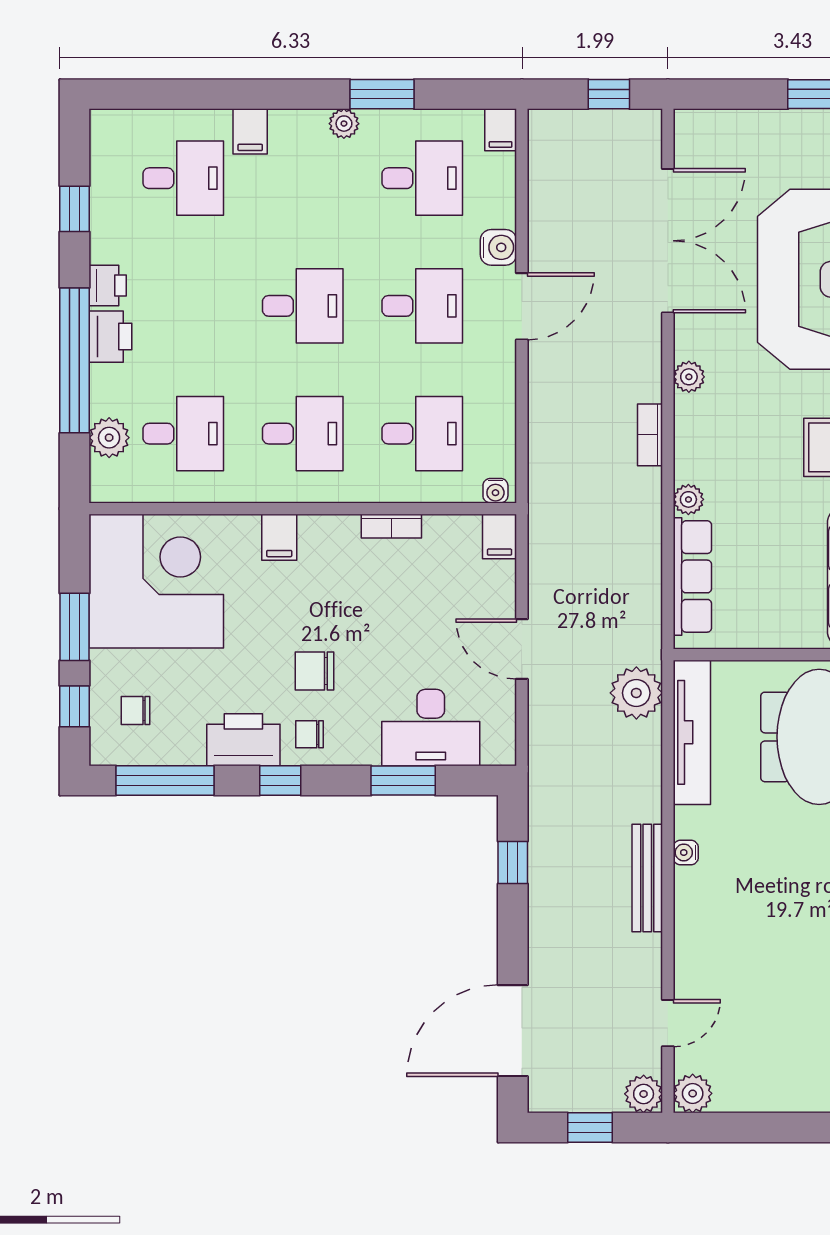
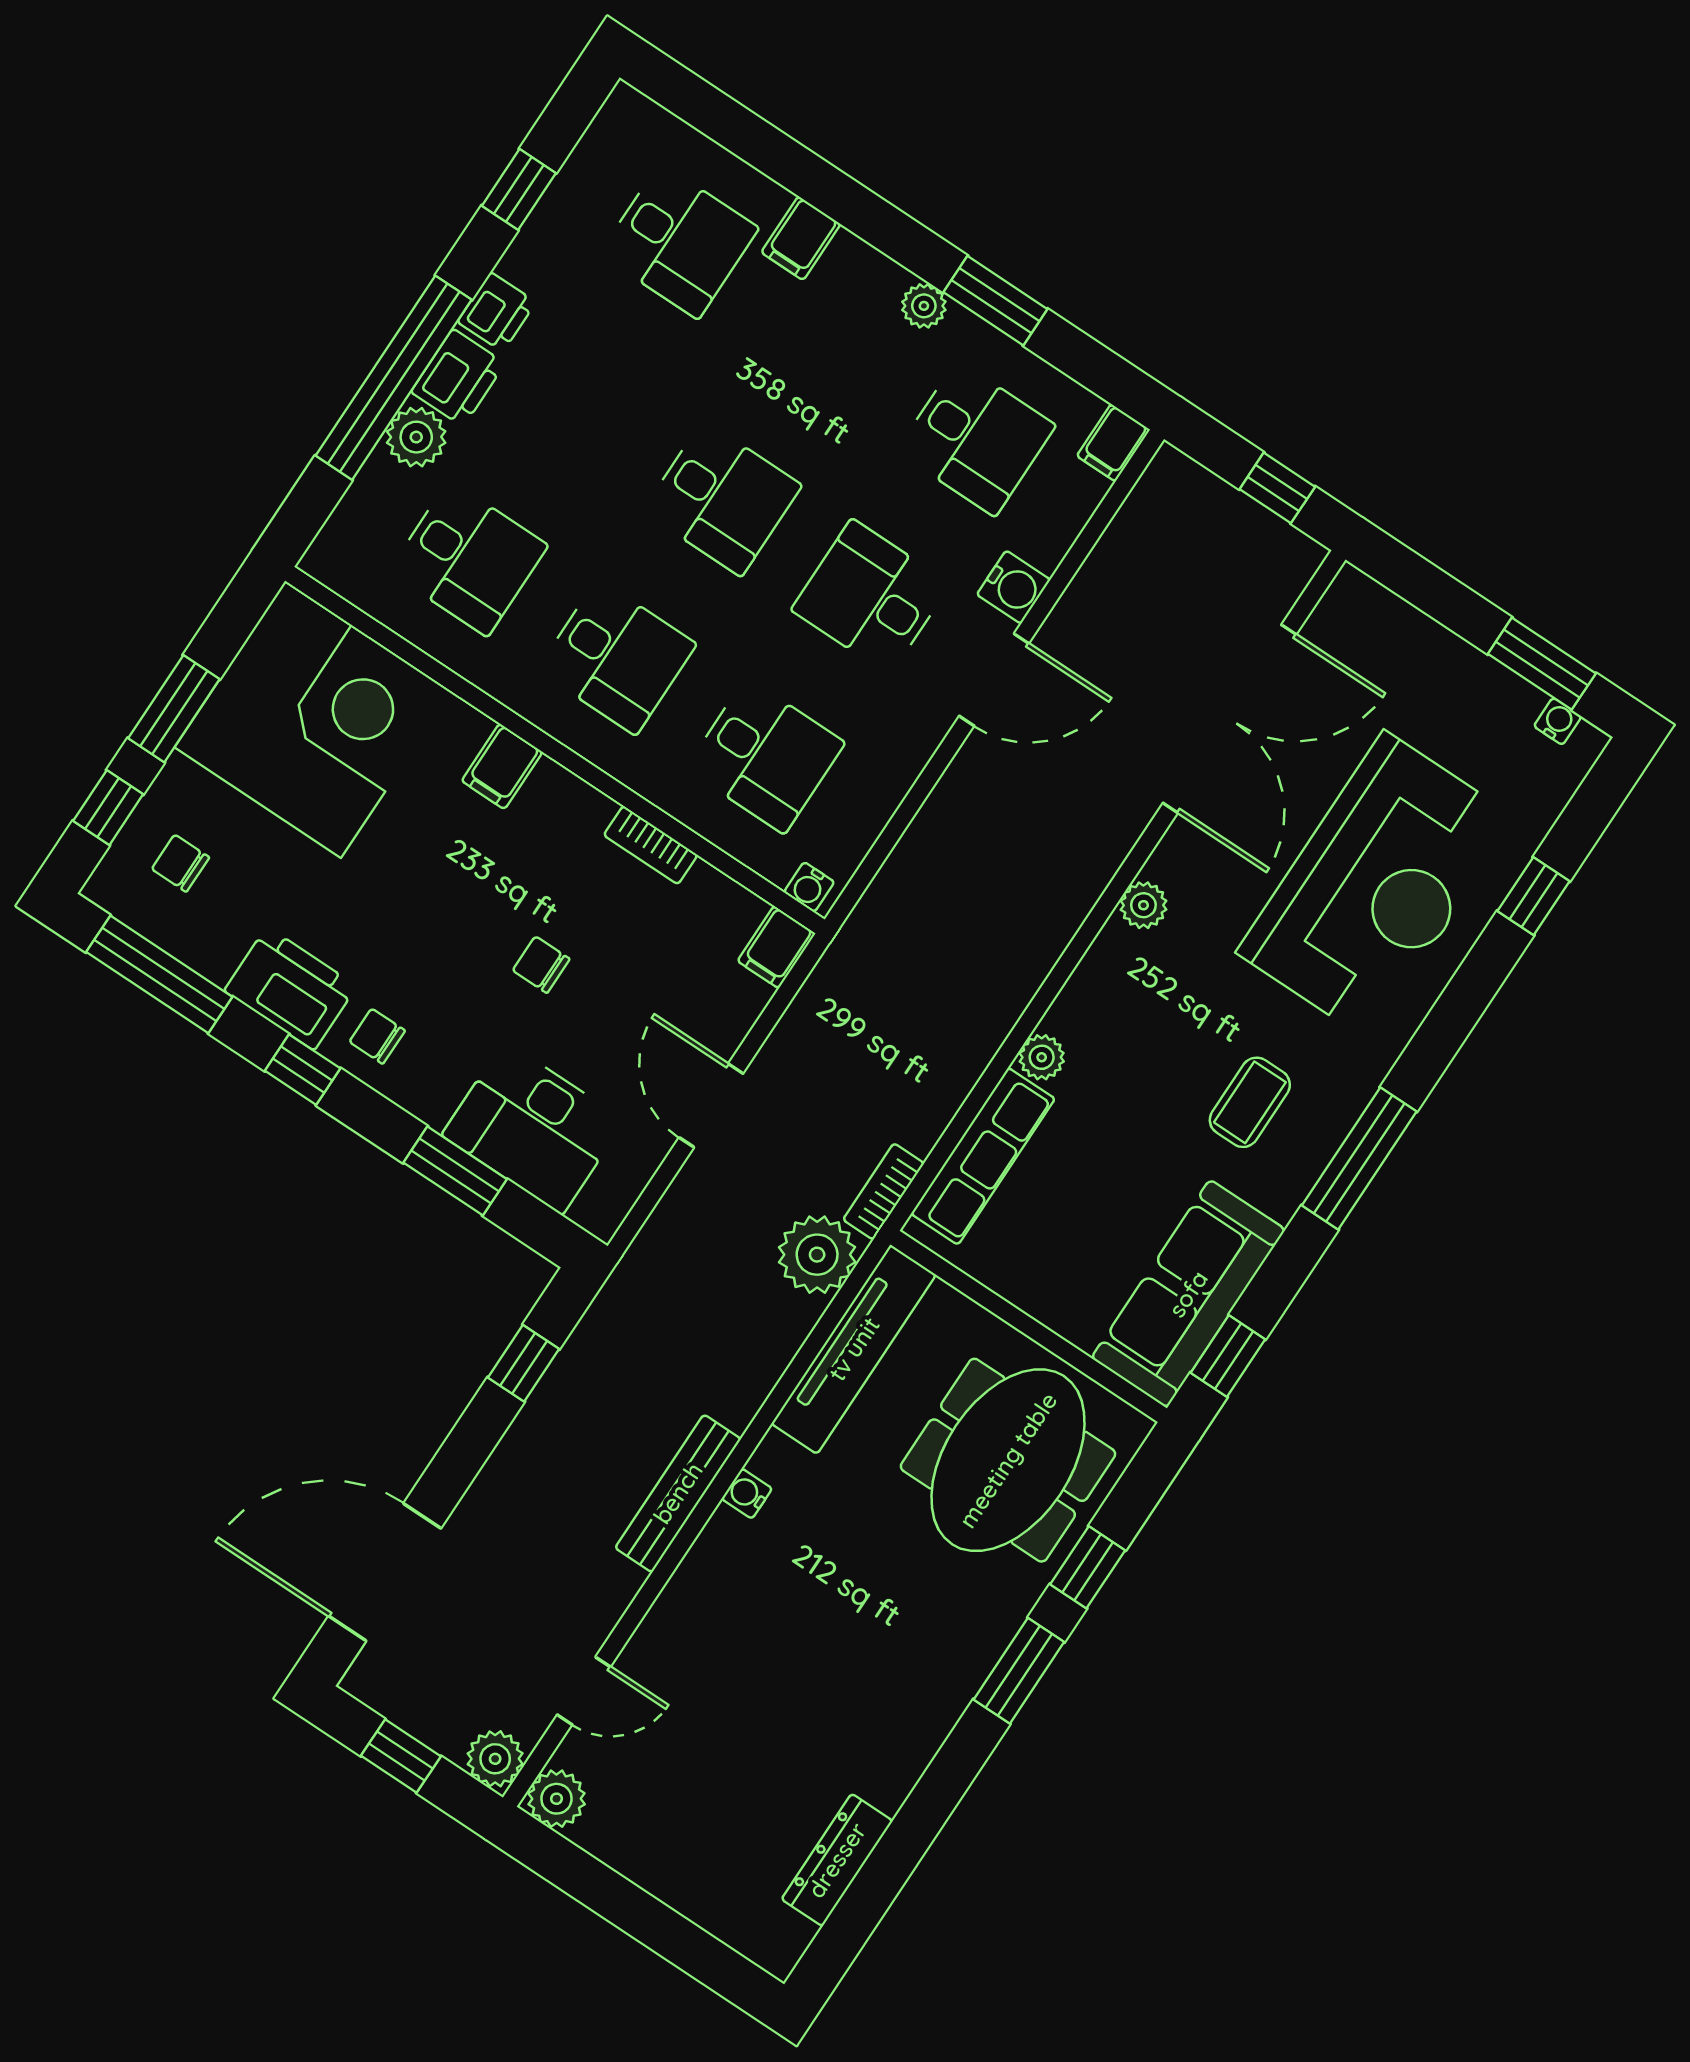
desk: (422, 306) -> (871, 597), turned 180
bookcase: (650, 435) -> (884, 1191), moved
plant: (109, 438) -> (416, 437), moved
chair: (314, 671) -> (541, 965), moved, width x0.73, depth x0.73

